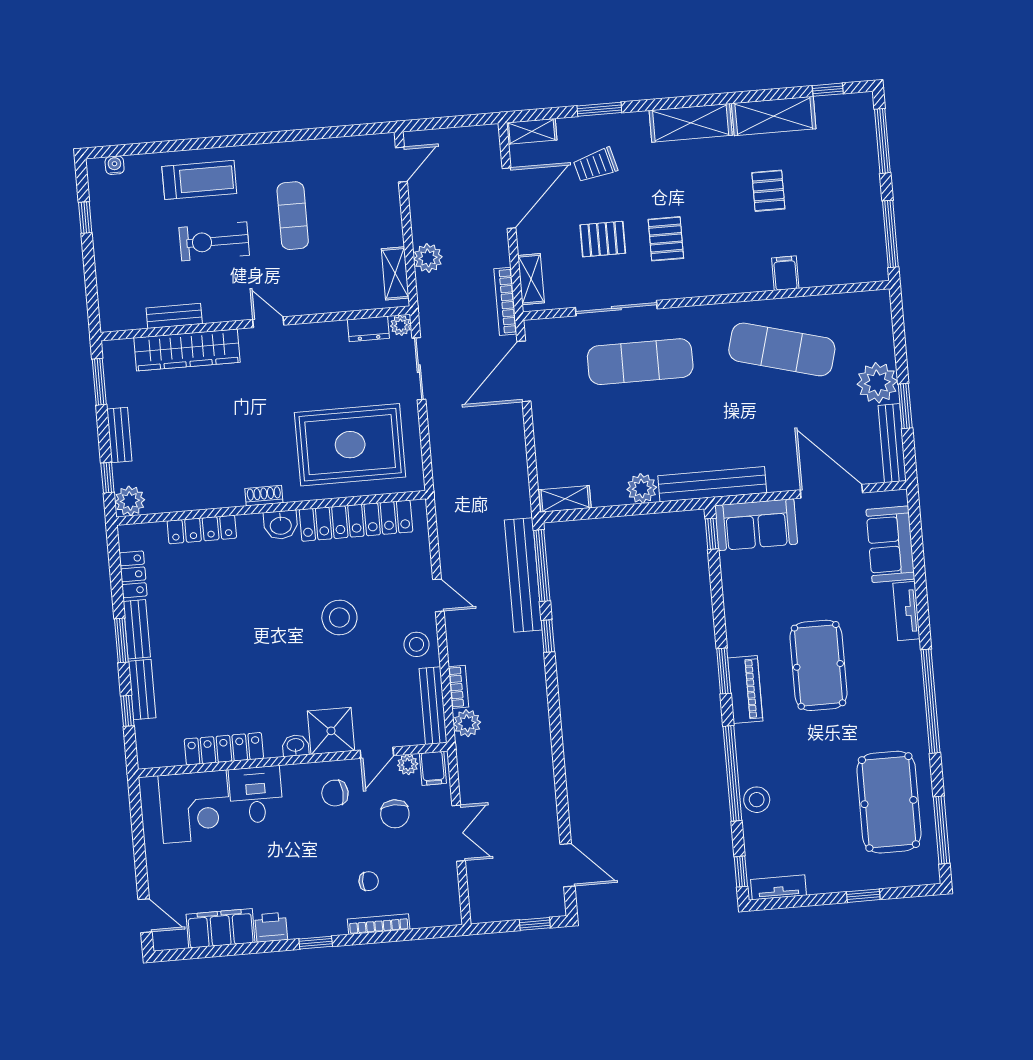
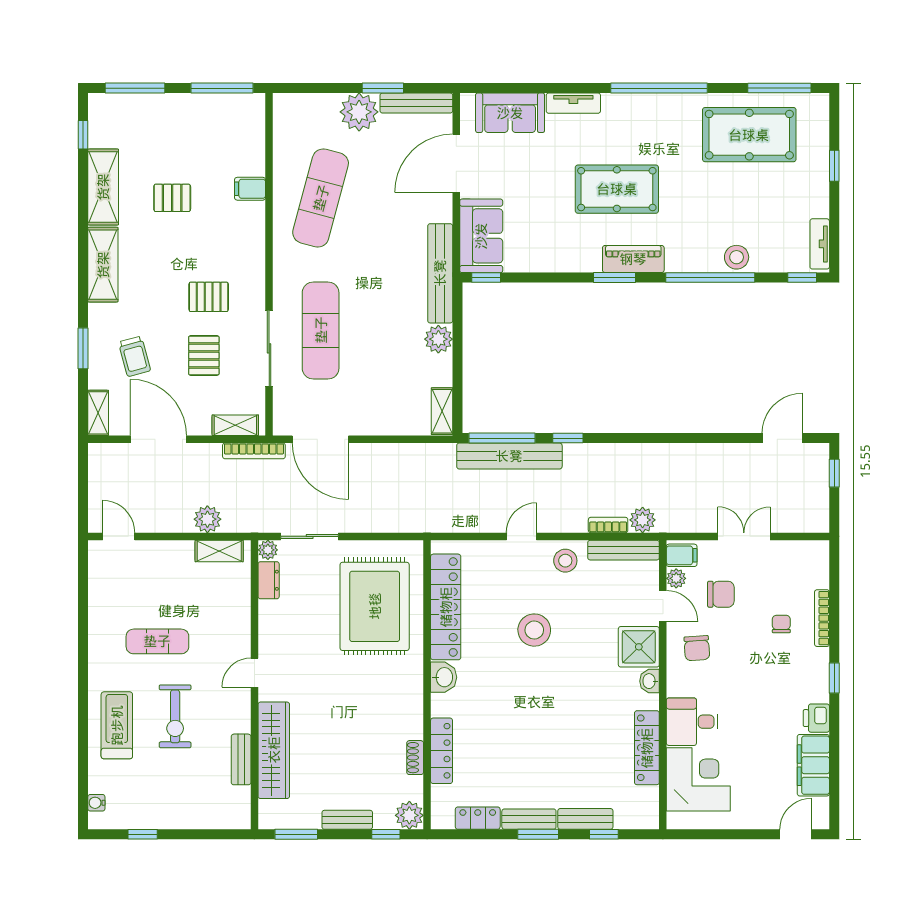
shoe rack: (264, 496) -> (415, 758), moved

